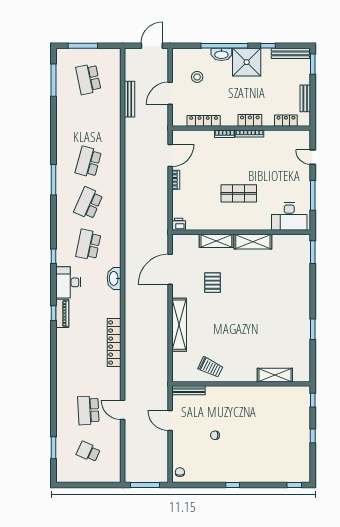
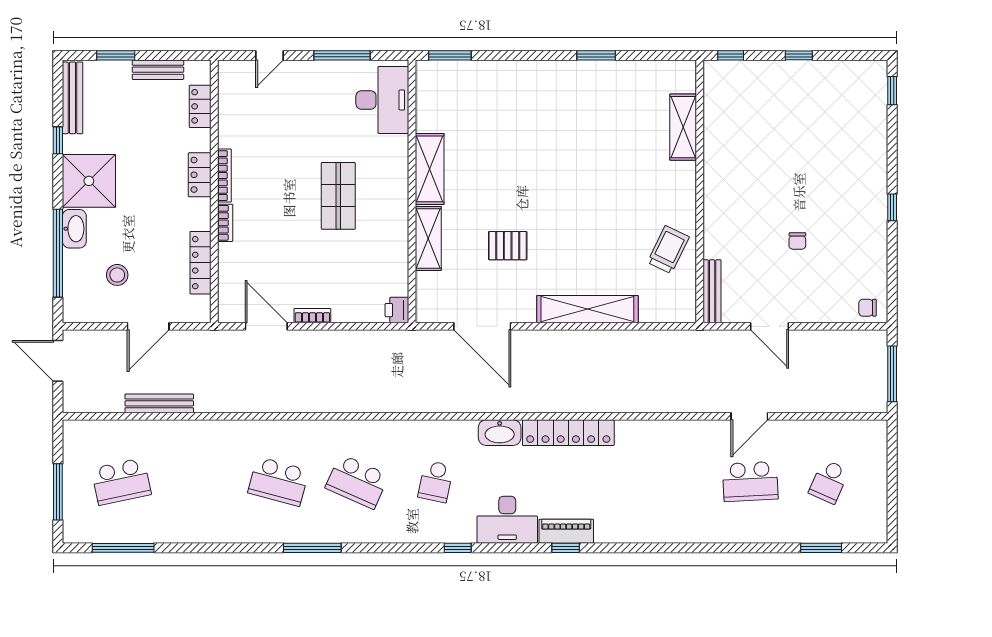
window: (224, 46) -> (58, 253), moved
window: (313, 64) -> (116, 55), moved
door: (170, 93) -> (148, 326), hinge flipped
school desk: (88, 245) -> (436, 481), width x0.54
locker: (114, 343) -> (568, 433), moved
door: (170, 421) -> (770, 326), hinge flipped

